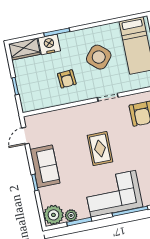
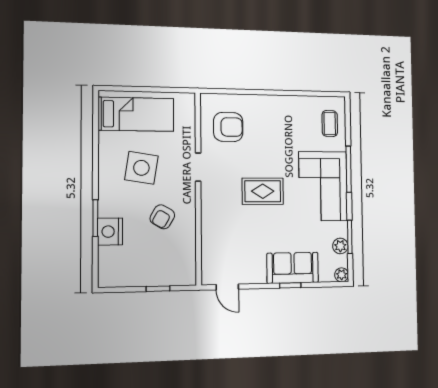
wardrobe: (24, 49) -> (110, 267), removed
side table: (99, 57) -> (141, 168), turned -32
armchair: (67, 79) -> (162, 217), turned 124
sofa: (45, 166) -> (293, 268), moved
plant: (53, 215) -> (342, 275), width x0.53, depth x0.53

